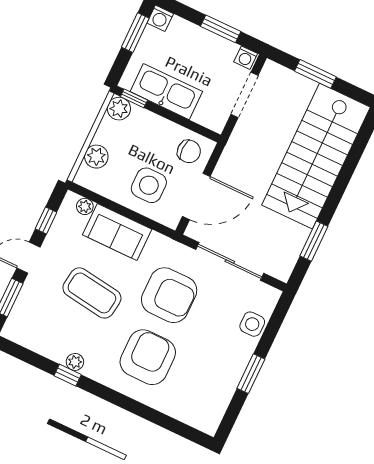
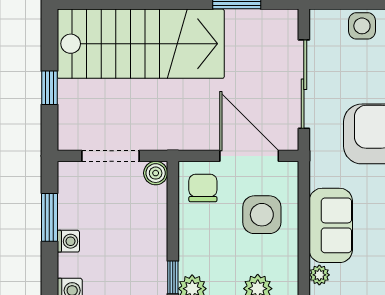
washing machine: (246, 58) -> (68, 241), moved
window: (315, 74) -> (49, 88), width x0.67
kitchen sink: (166, 92) -> (148, 245), removed
boiler: (216, 122) -> (156, 173), added

